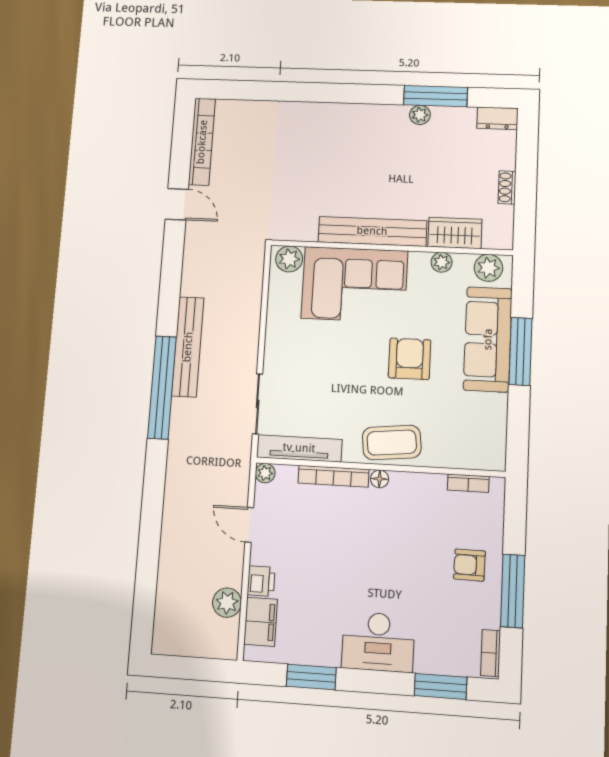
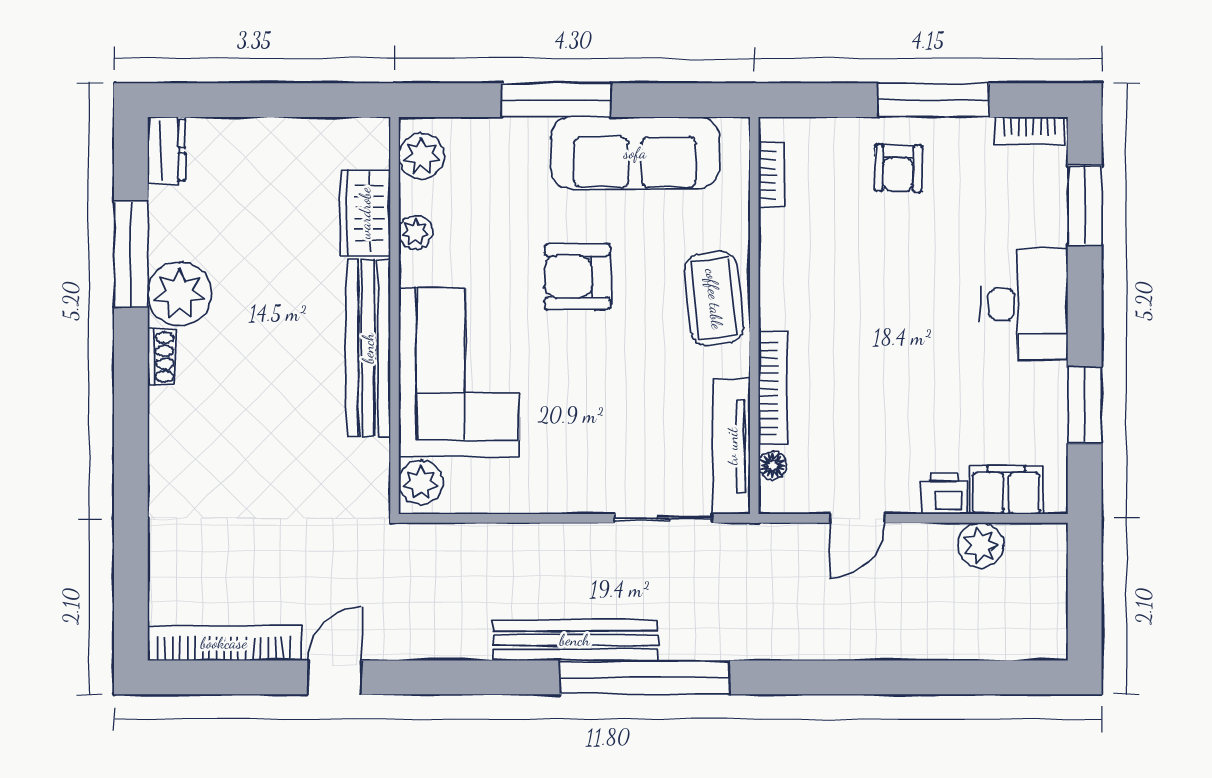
plant: (420, 115) -> (180, 294), width x1.87, depth x1.87
shoe rack: (507, 187) -> (161, 357), moved, turned -90
sofa: (488, 339) -> (635, 153), moved
plant: (265, 473) -> (774, 499), removed
floor lamp: (380, 479) -> (773, 465), moved

